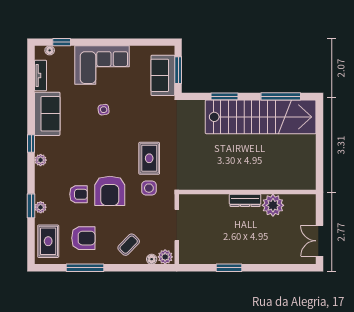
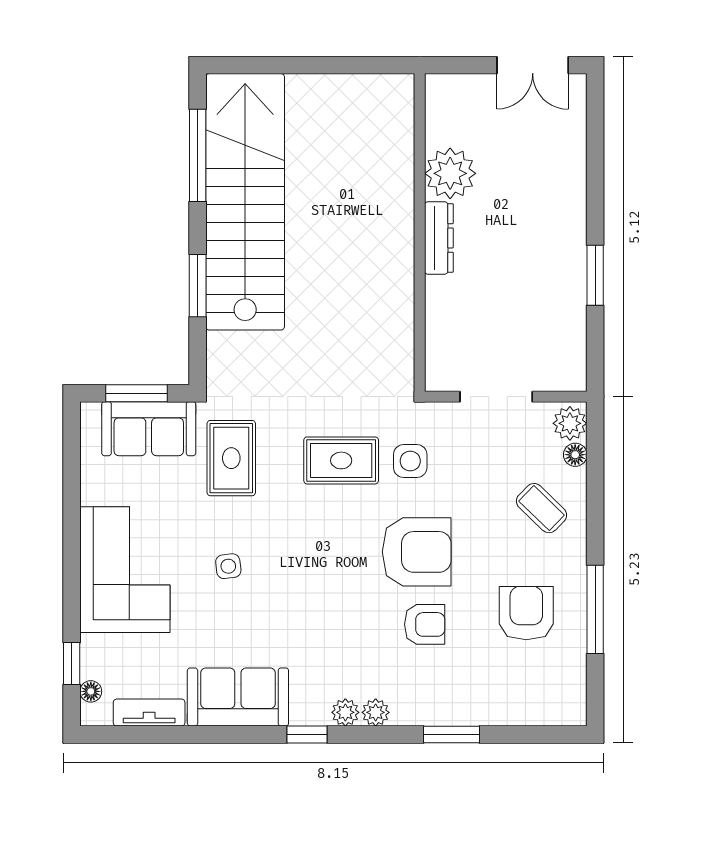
armchair: (78, 194) -> (425, 624), turned 90
plant: (41, 207) -> (376, 712), moved
rug: (48, 241) -> (231, 458), moved, turned 90

